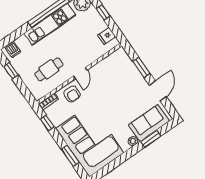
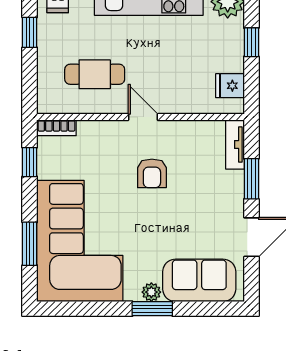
tv unit: (125, 58) -> (235, 145), added
door: (80, 73) -> (143, 117), swing flipped
armchair: (72, 94) -> (152, 173), moved
window: (151, 139) -> (152, 309), moved

